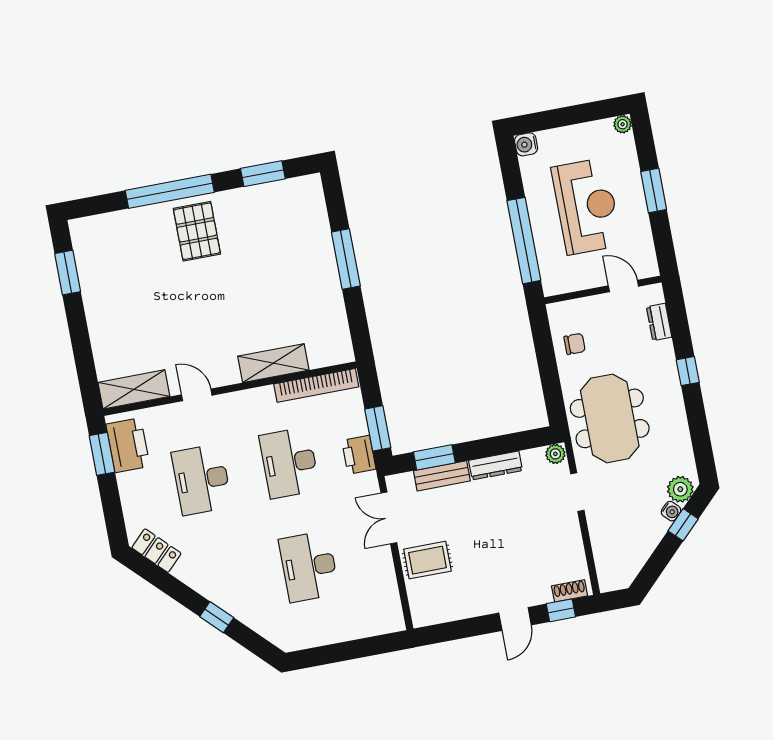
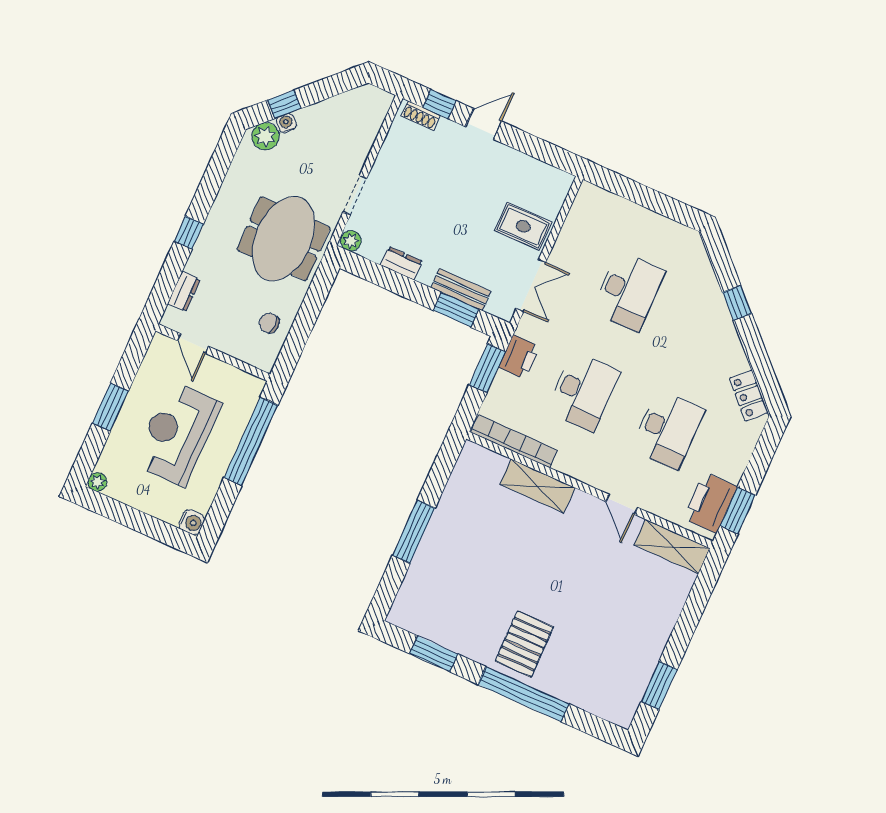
dresser: (496, 465) -> (401, 263), width x0.70

